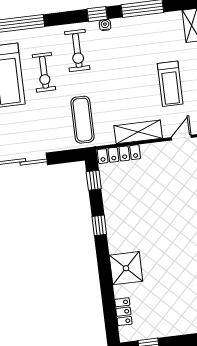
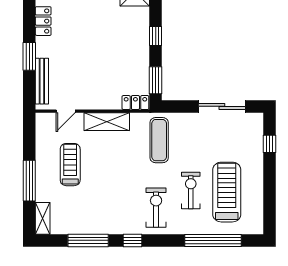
water cooler: (105, 25) -> (126, 229), removed
locker: (119, 154) -> (135, 103), width x0.66
window: (94, 180) -> (156, 80), width x1.50

